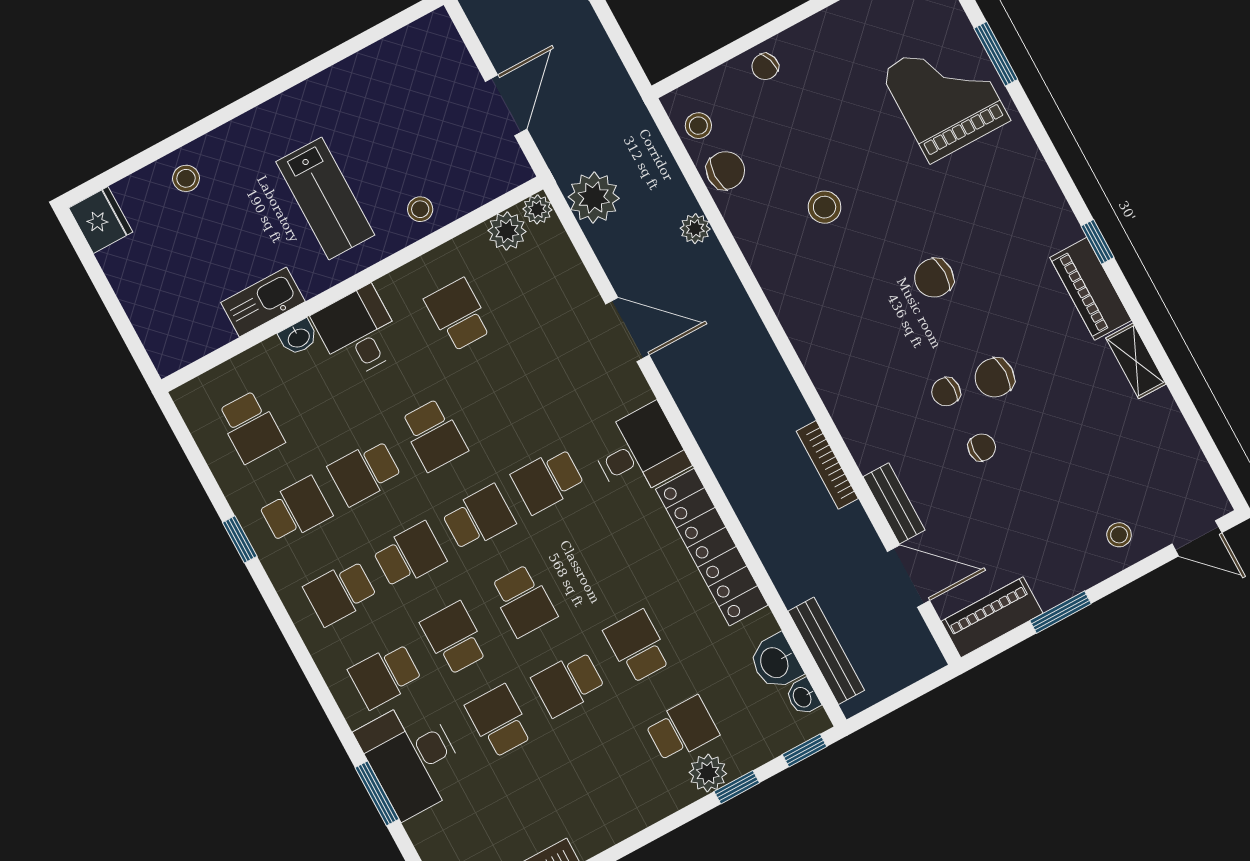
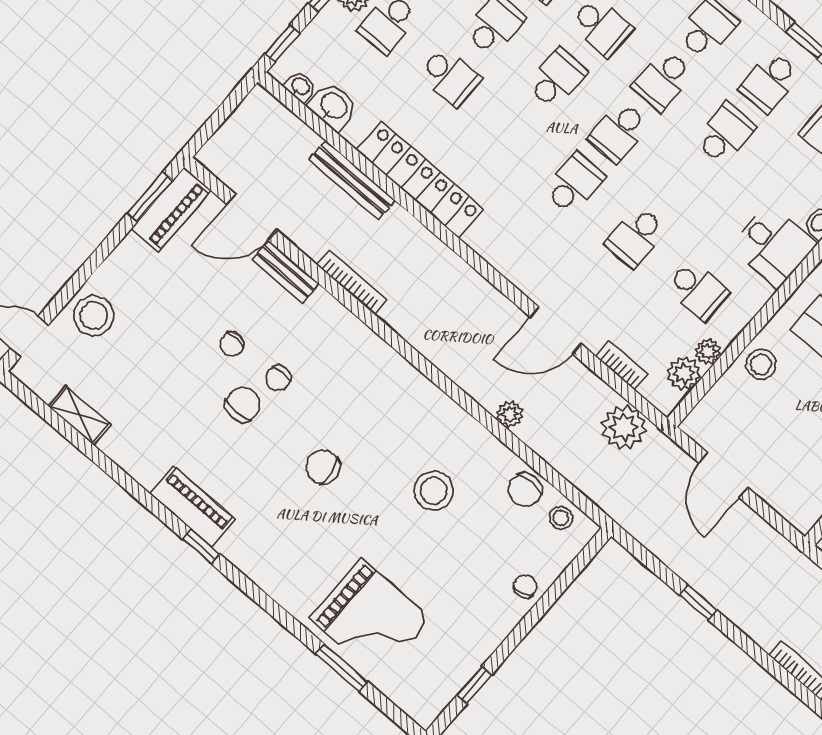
stool: (825, 207) -> (434, 491), width x1.38, depth x1.38
stool: (420, 209) -> (761, 364), width x1.37, depth x1.37
plant: (537, 209) -> (708, 352), moved
plant: (695, 229) -> (510, 414), moved
bookcase: (570, 265) -> (622, 366), added
chair: (934, 278) -> (323, 467), turned -98
shelving: (1136, 361) -> (80, 415), moved
chair: (946, 392) -> (278, 378), turned 180
school desk: (434, 435) -> (636, 237), moved, turned -90
desk: (639, 452) -> (509, 235), removed
stool: (1119, 535) -> (94, 316), width x1.89, depth x1.89
school desk: (523, 601) -> (557, 78), turned 90
window: (1061, 612) -> (150, 197), moved
bench: (826, 651) -> (352, 180), moved

